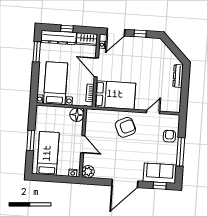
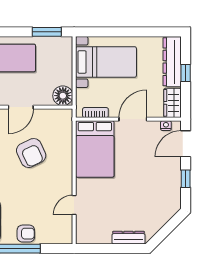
door: (116, 32) -> (186, 144), hinge flipped
window: (37, 52) -> (149, 32), removed
door: (153, 112) -> (74, 205), swing flipped
armchair: (125, 127) -> (31, 153), moved
armchair: (169, 136) -> (26, 234), moved
window: (31, 141) -> (47, 32), moved

